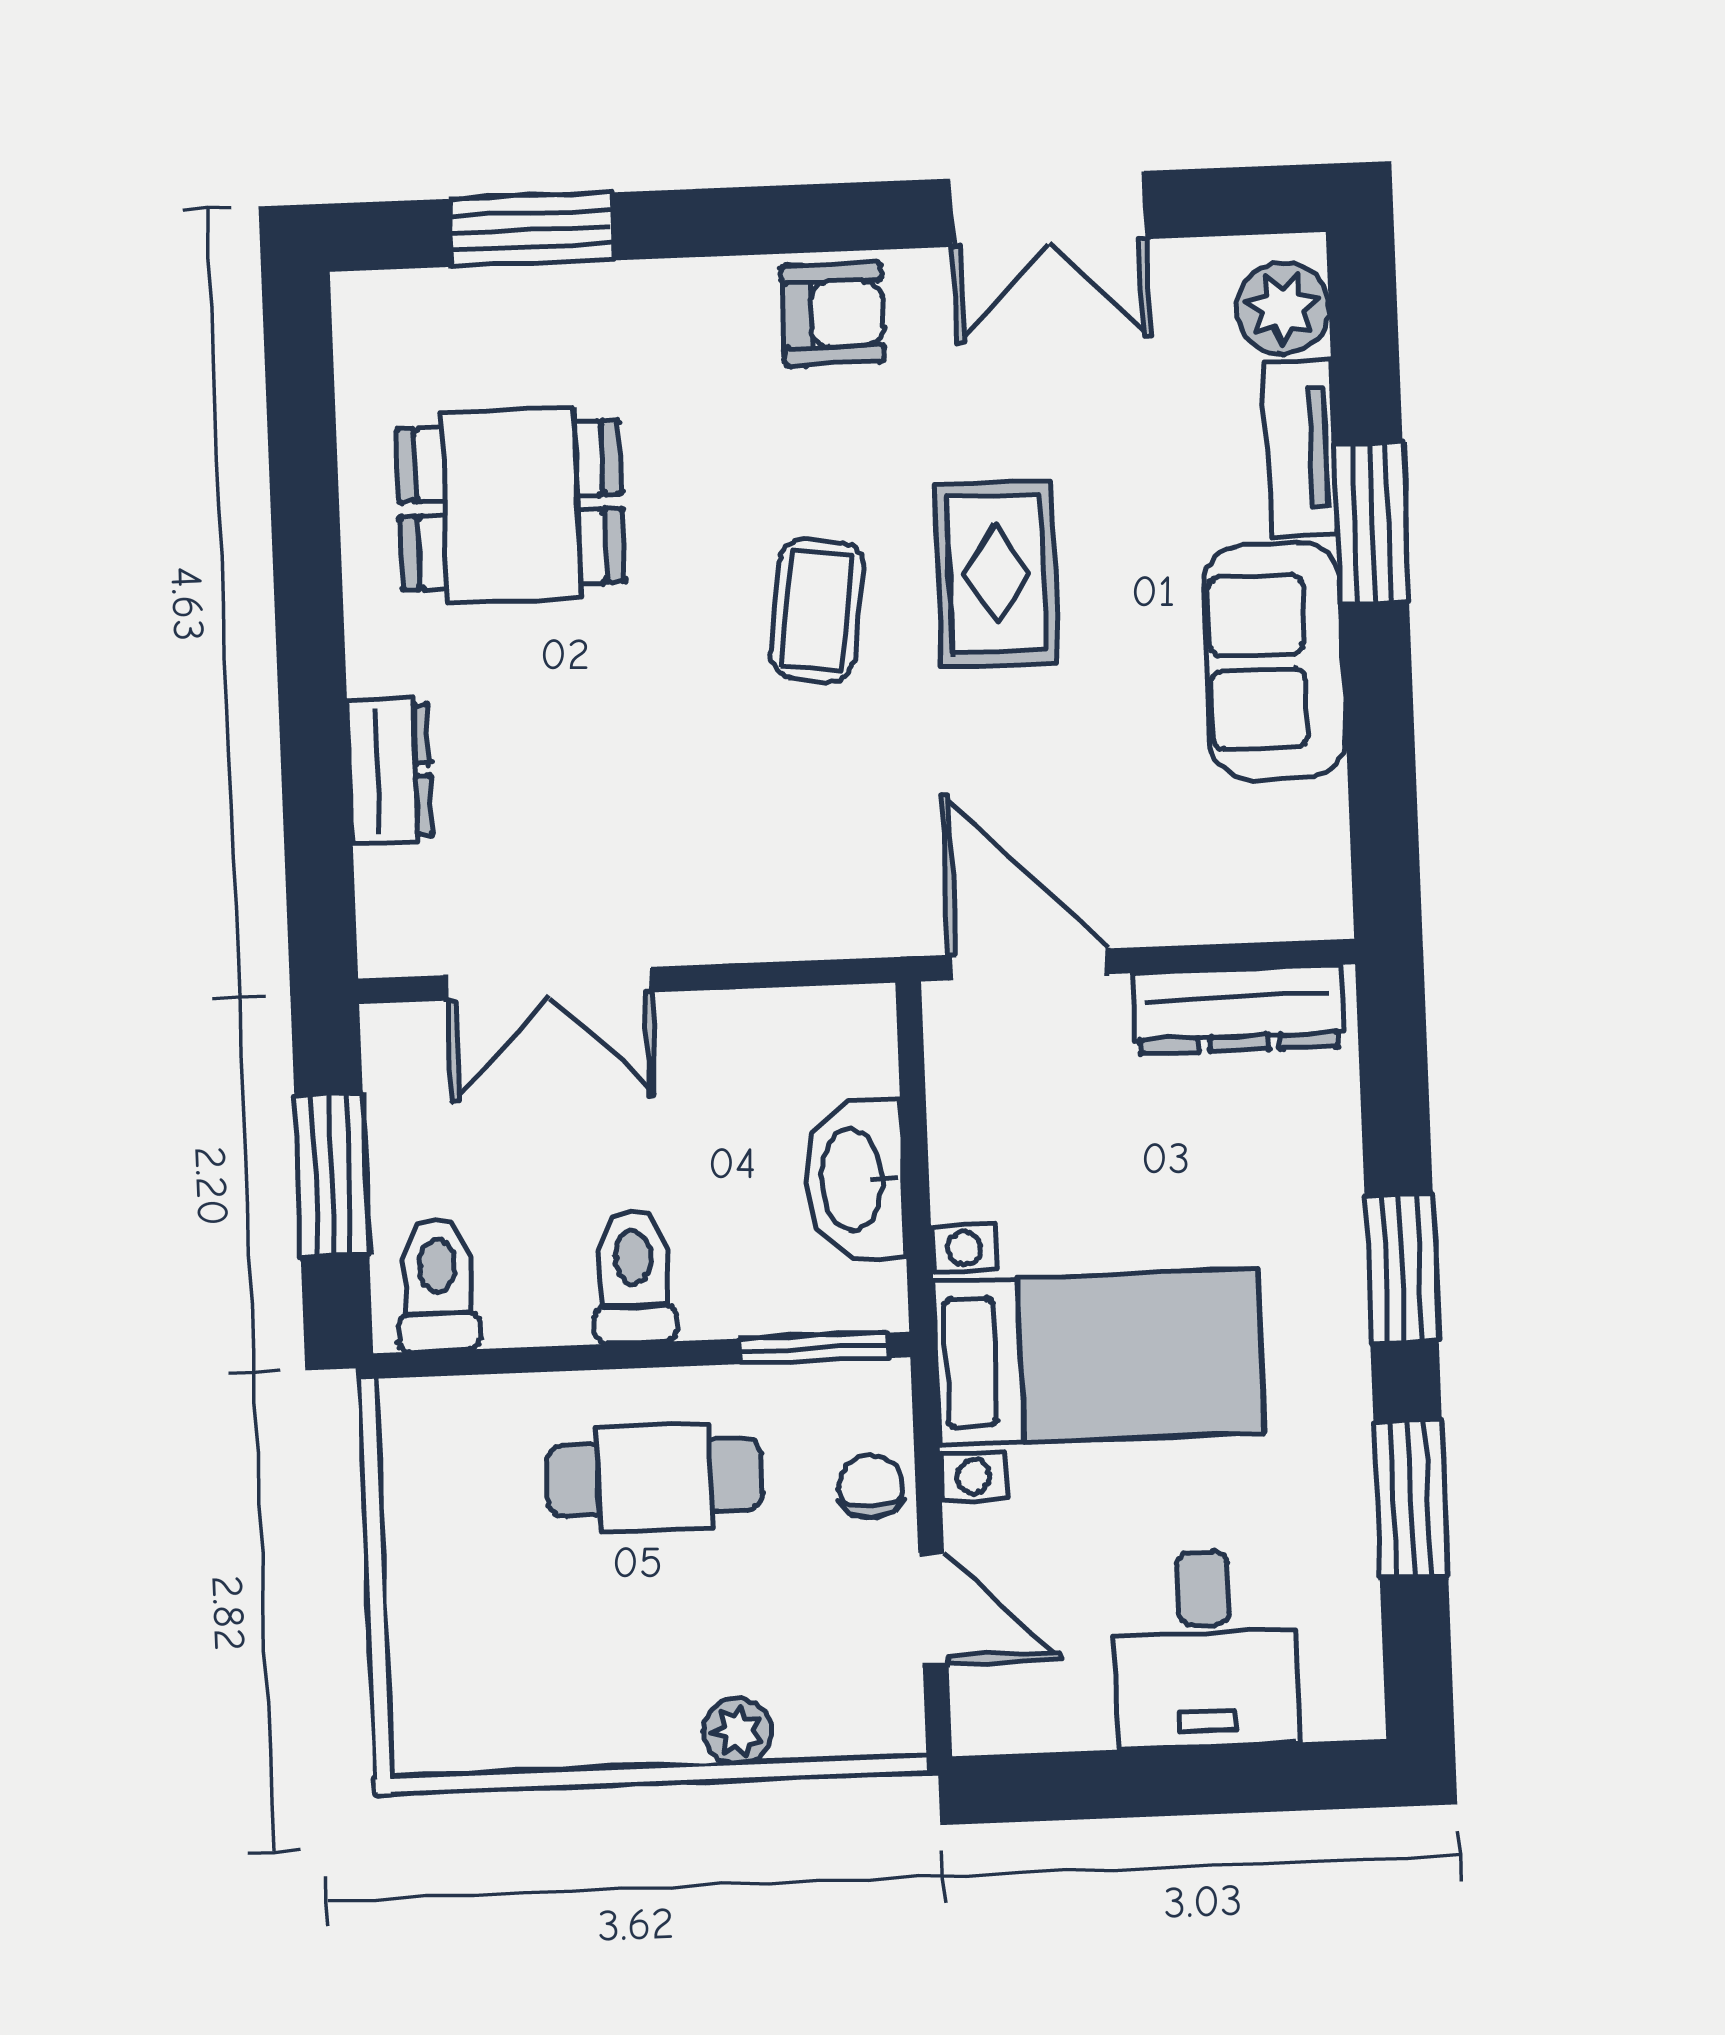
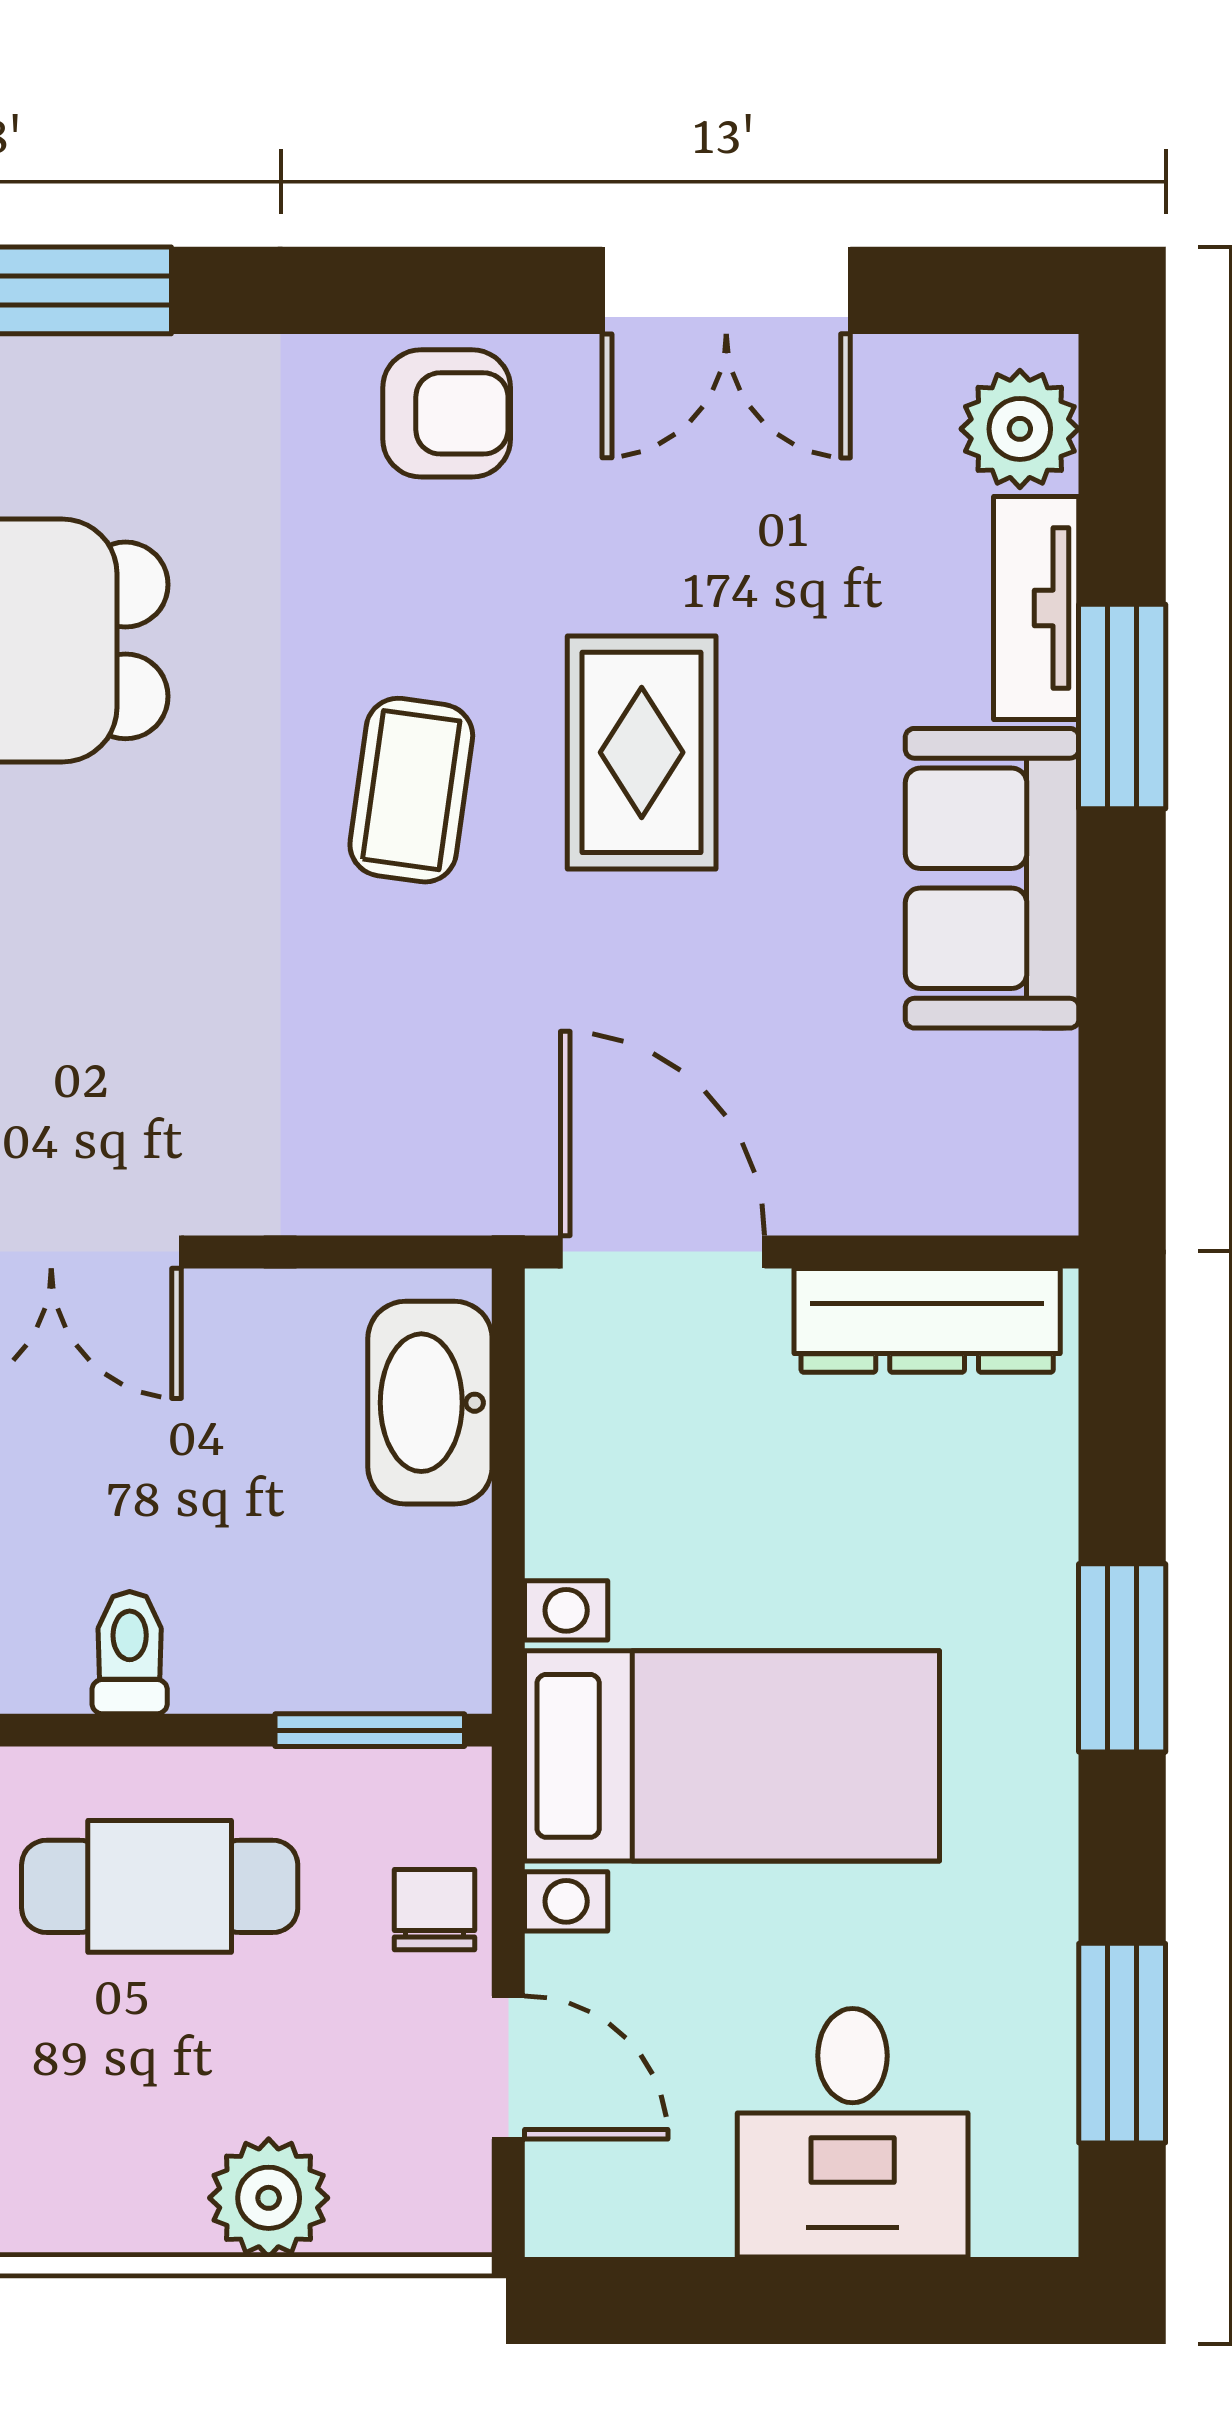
washbasin: (855, 1180) -> (430, 1403), moved
toilet: (634, 1276) -> (130, 1653), width x0.73, depth x0.72
window: (1411, 1499) -> (1122, 2043), moved
plant: (737, 1731) -> (269, 2198), width x1.38, depth x1.38

